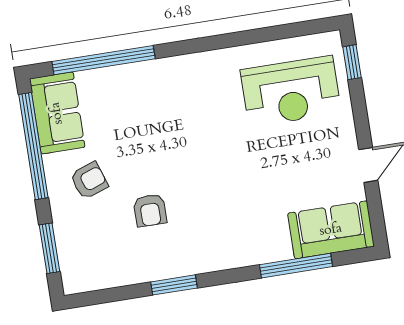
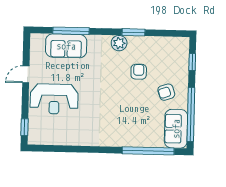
reception desk: (291, 91) -> (54, 99), moved, turned 180
sofa: (331, 230) -> (66, 46), moved
window: (50, 248) -> (192, 62), width x0.67
plant: (198, 259) -> (119, 43), added

